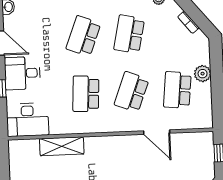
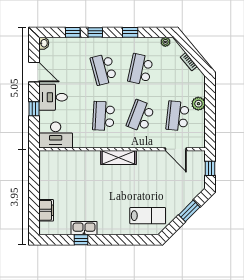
school desk: (83, 36) -> (104, 69), turned -36
door: (157, 132) -> (176, 149), moved
shelving: (62, 146) -> (118, 158), moved

